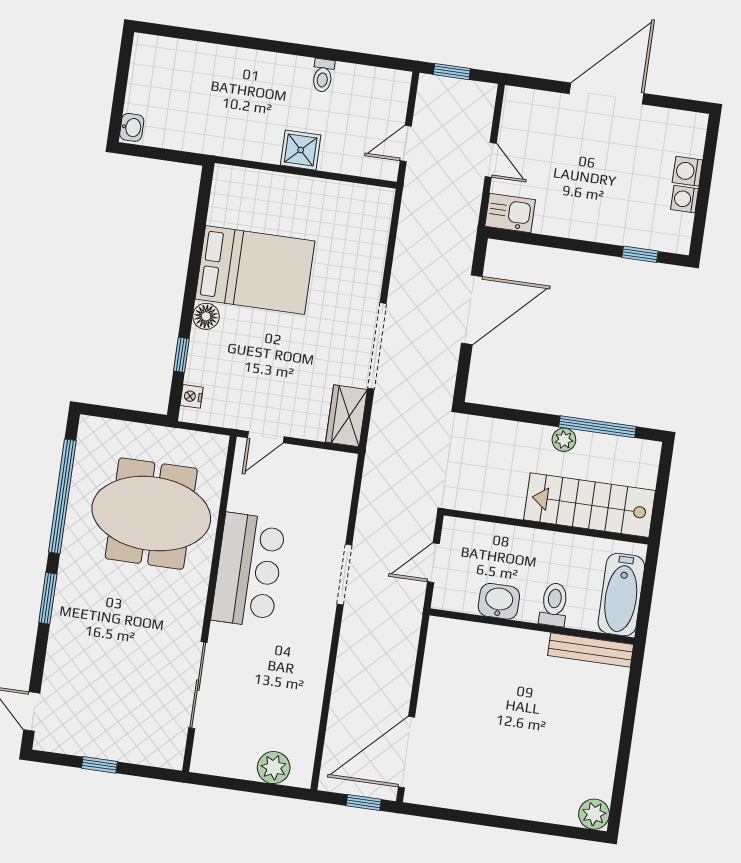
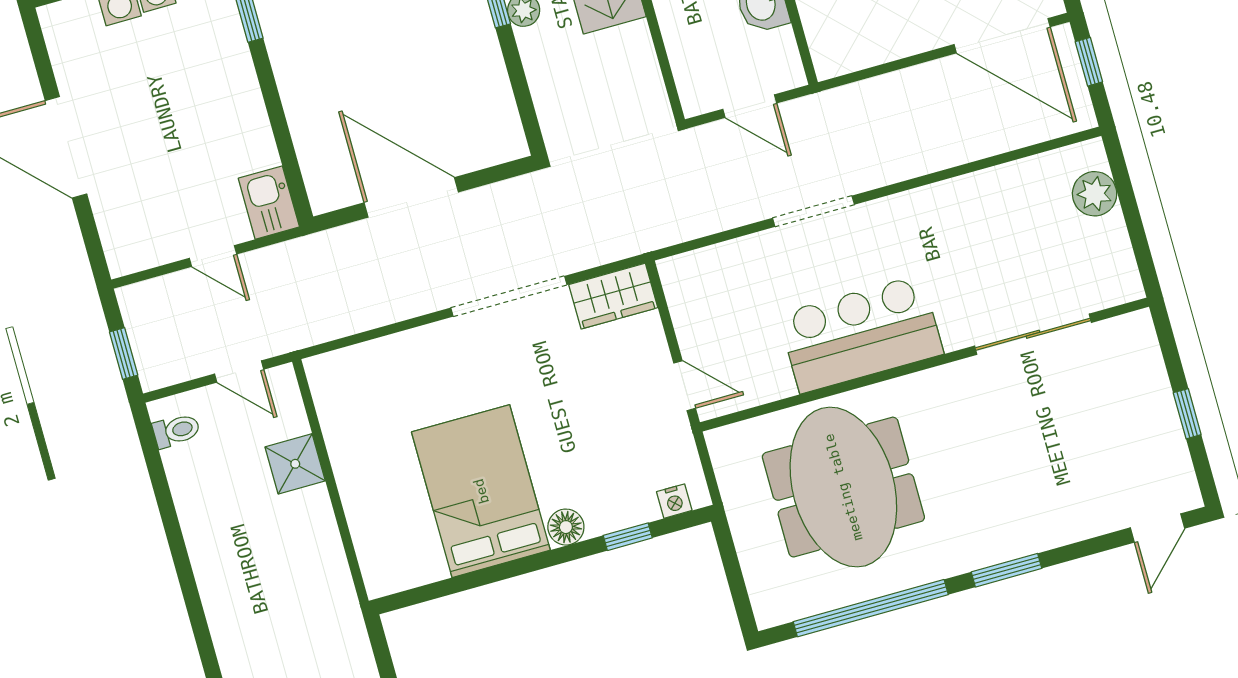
toilet: (323, 75) -> (176, 431), moved
shower: (301, 150) -> (295, 464), moved
door: (491, 160) -> (213, 256), swing flipped

